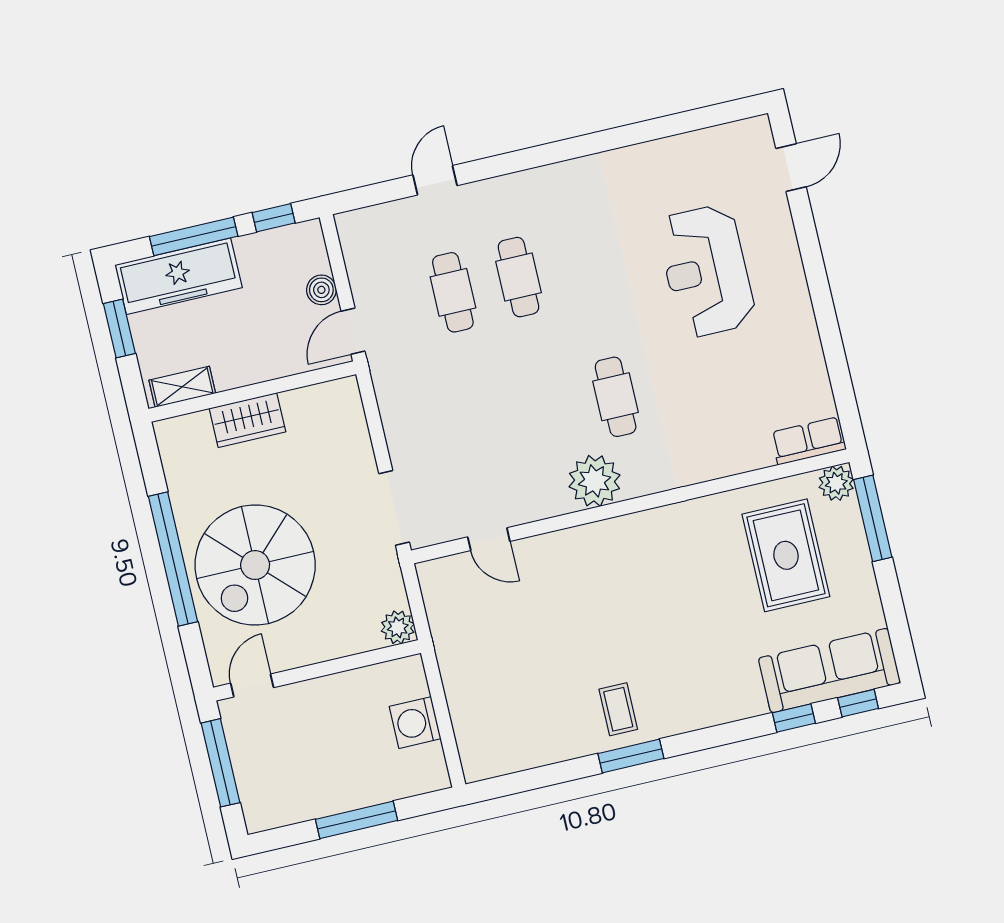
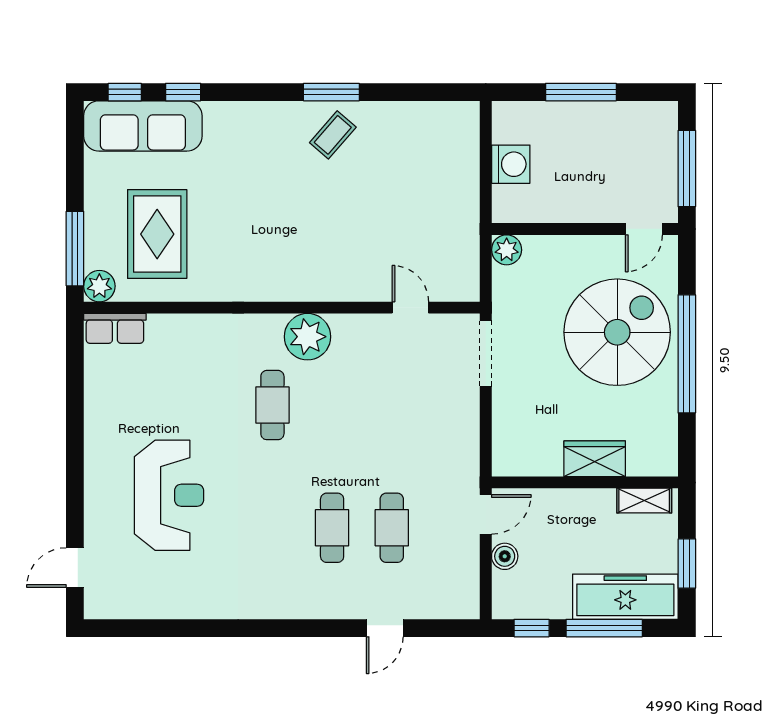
coffee table: (618, 709) -> (333, 135), turned 41

